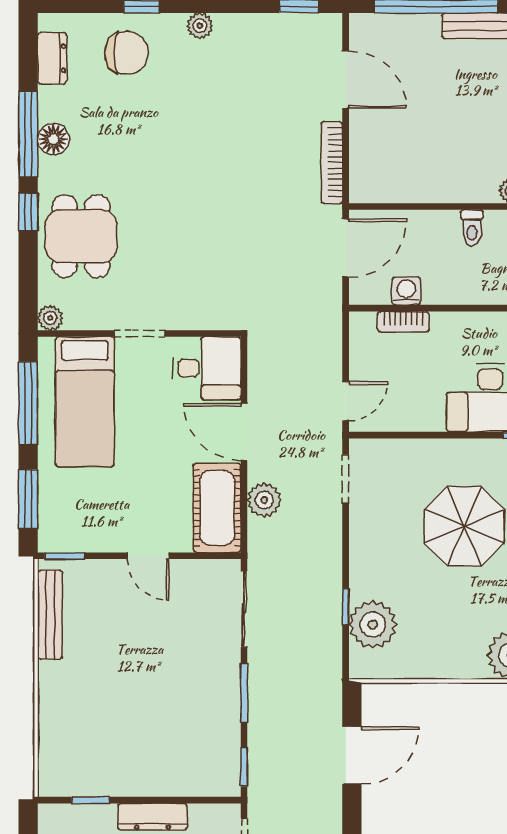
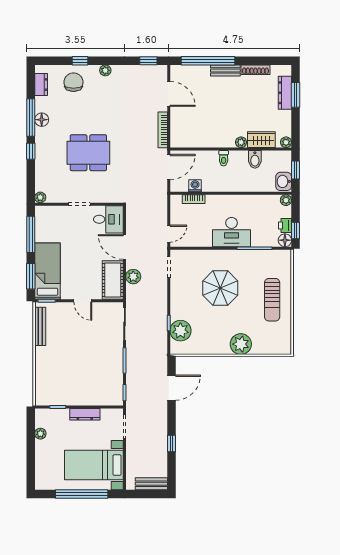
chair: (127, 53) -> (73, 82), turned -90
dining table: (81, 236) -> (88, 153), moved, width x1.38
bed: (85, 402) -> (48, 271), moved, turned 180

